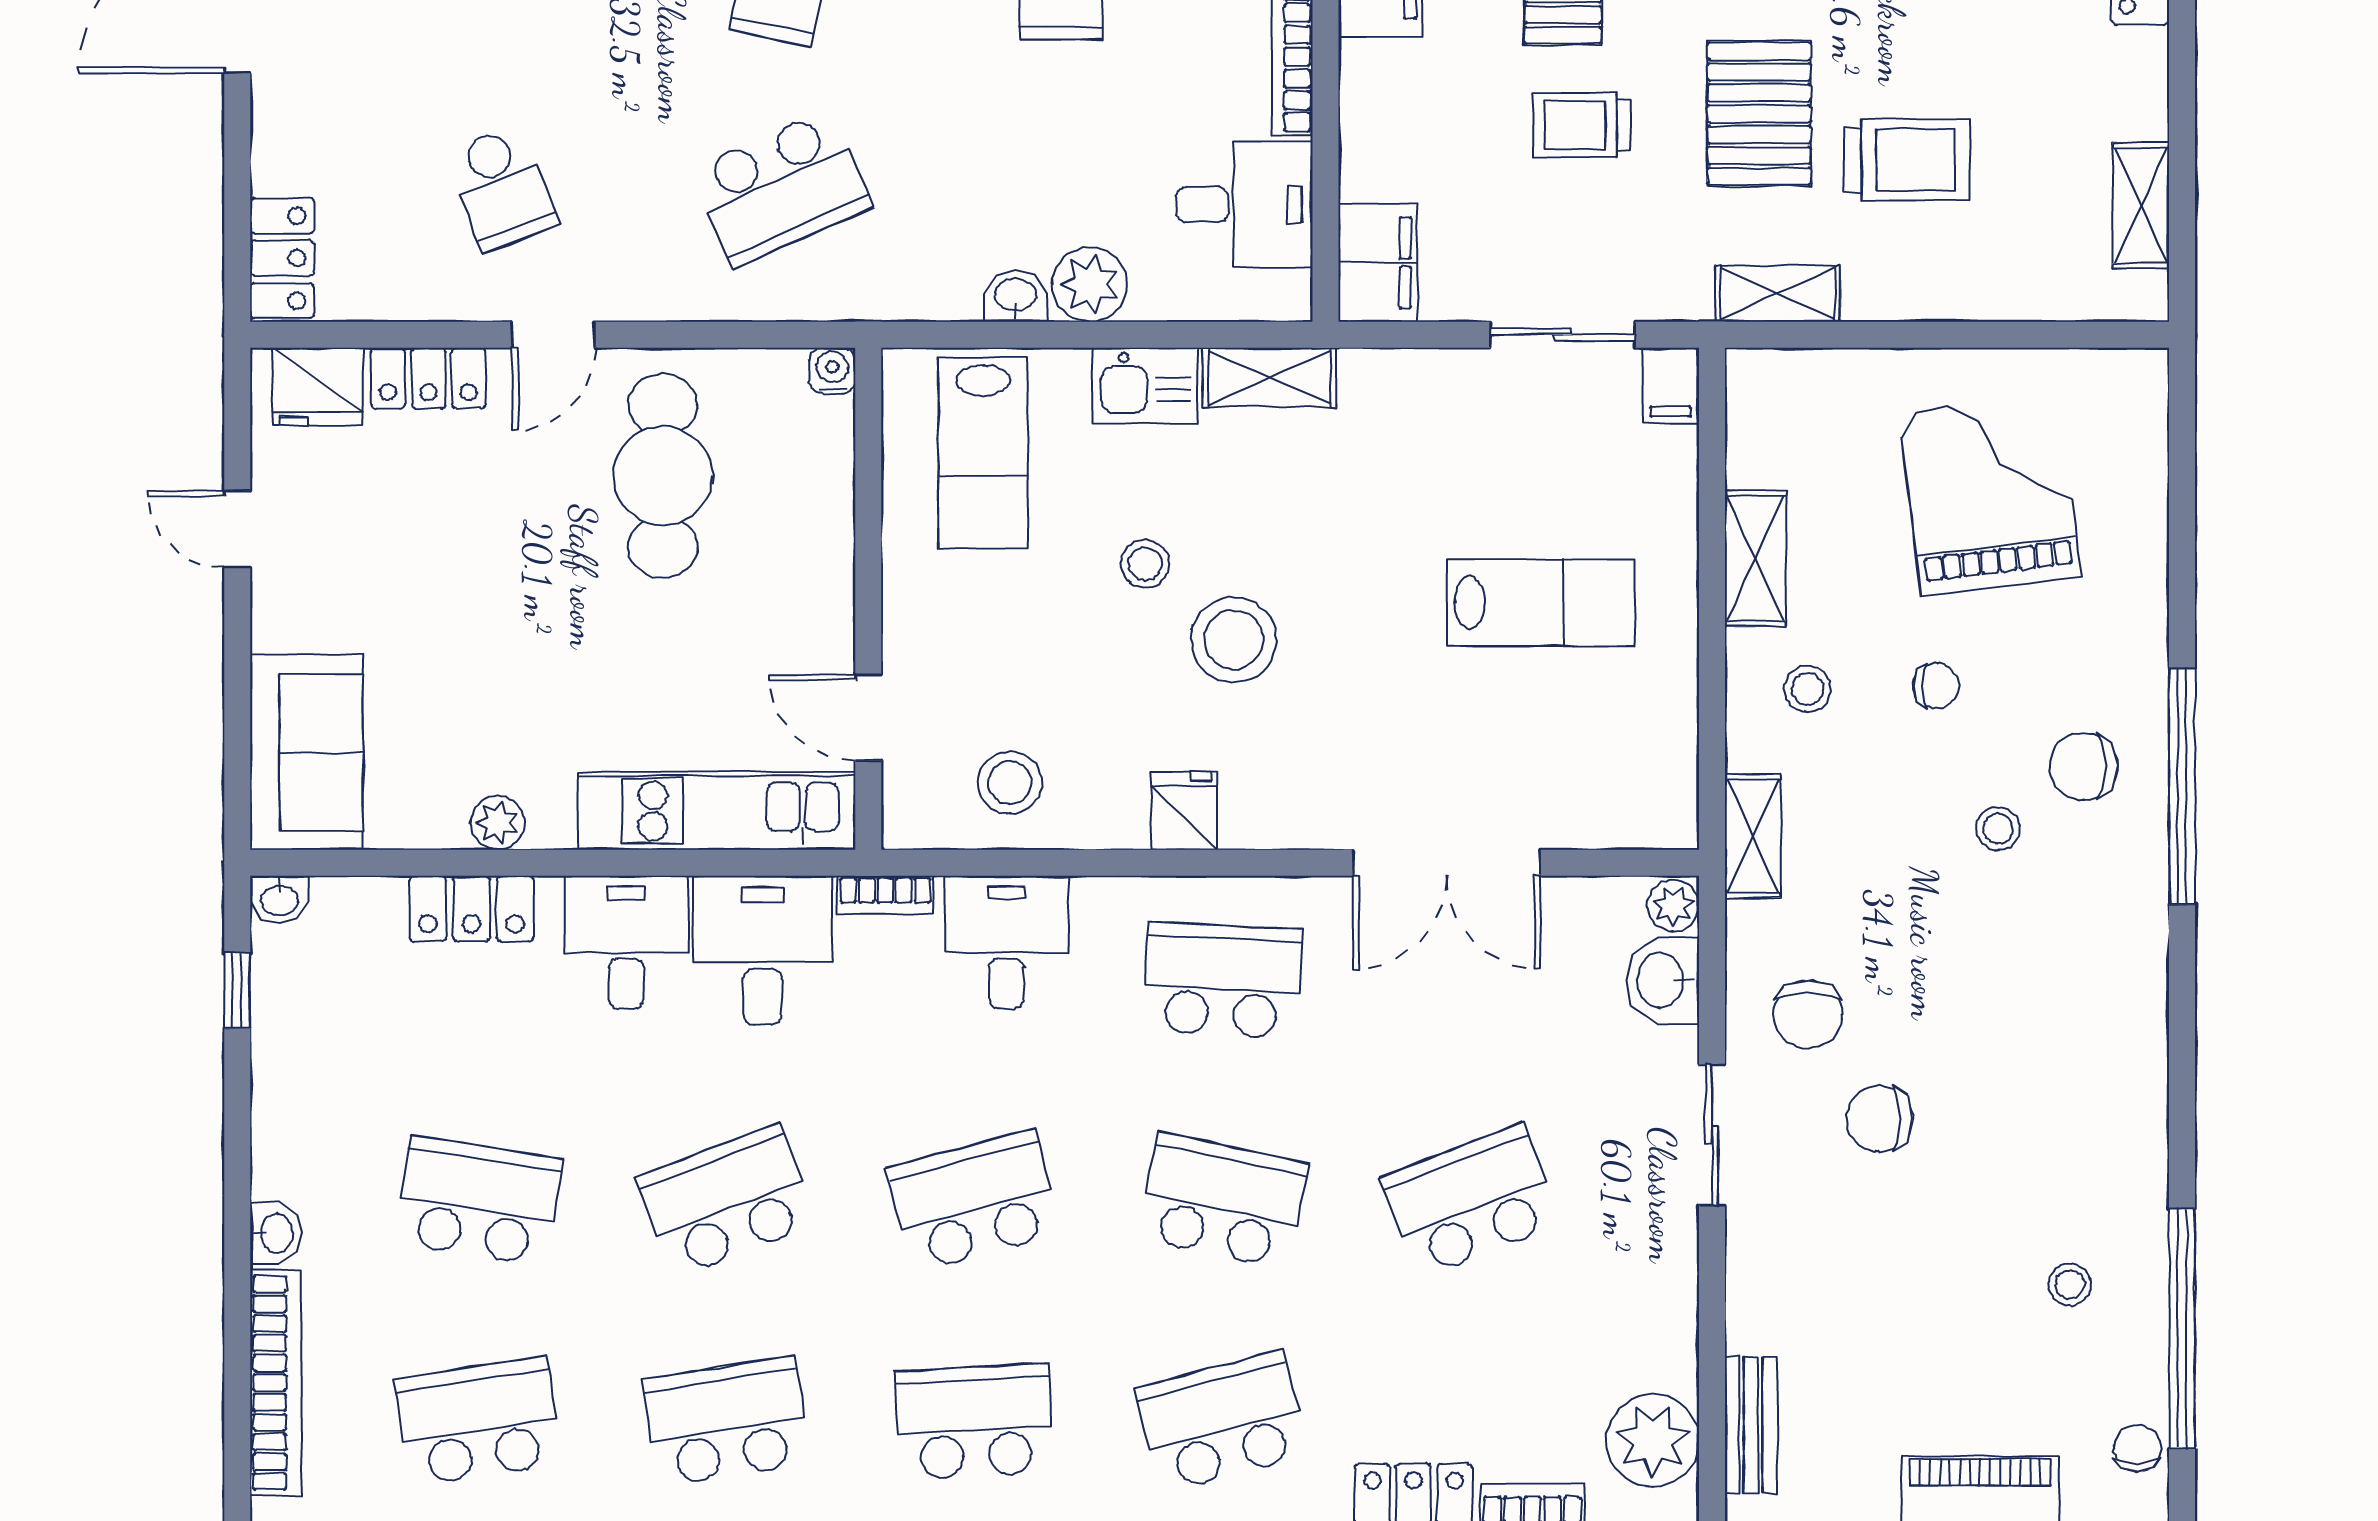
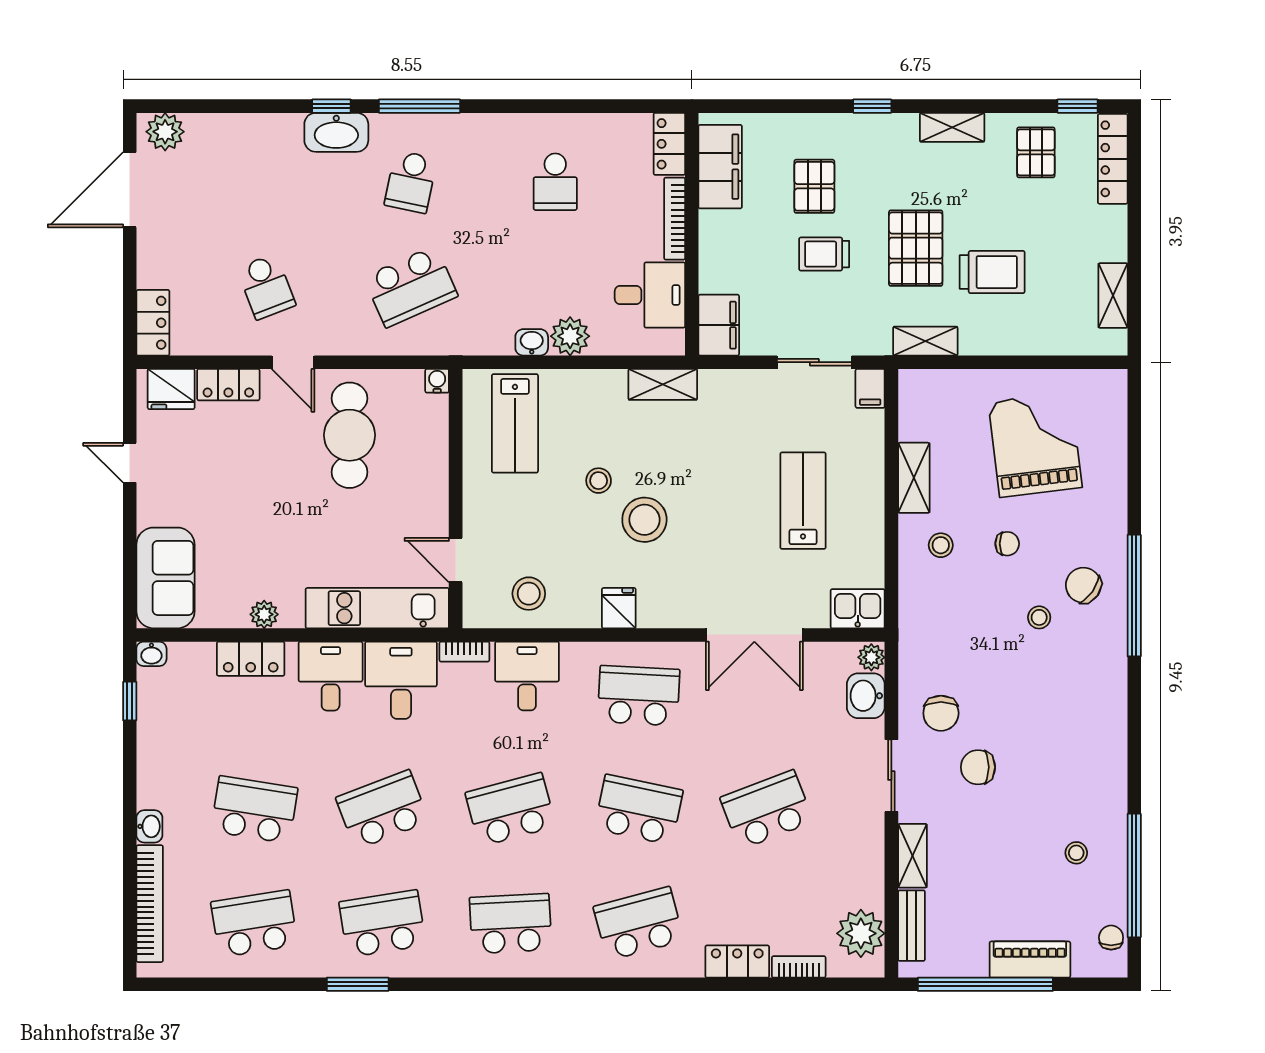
door: (553, 335) -> (293, 362), hinge flipped
kitchen sink: (1145, 386) -> (858, 609), moved, turned 180
lab bench: (1541, 603) -> (803, 501), turned -90
chair: (2084, 766) -> (1083, 585), turned 36
shelving: (1753, 836) -> (912, 856), moved

